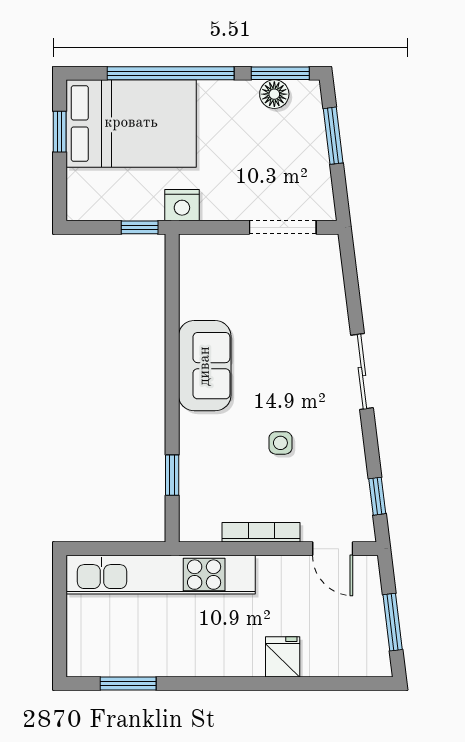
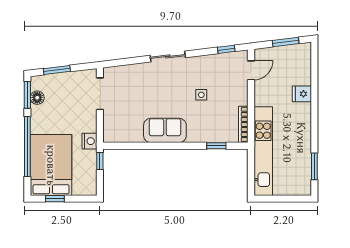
bookcase: (261, 532) -> (243, 124), moved

